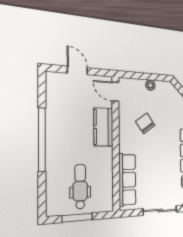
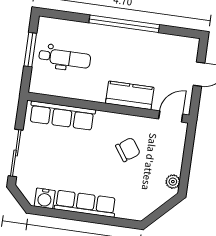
plant: (150, 85) -> (173, 182), moved

